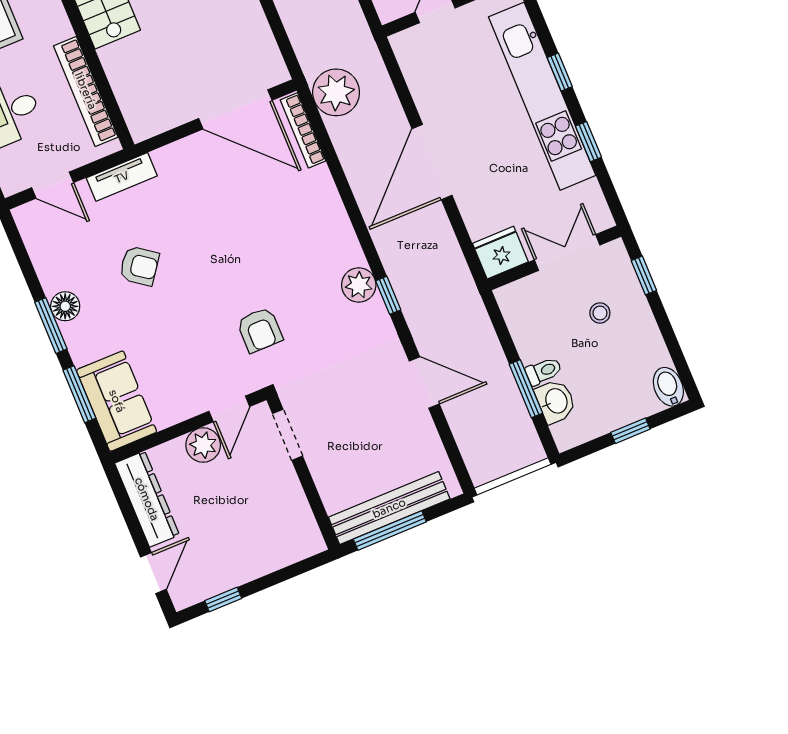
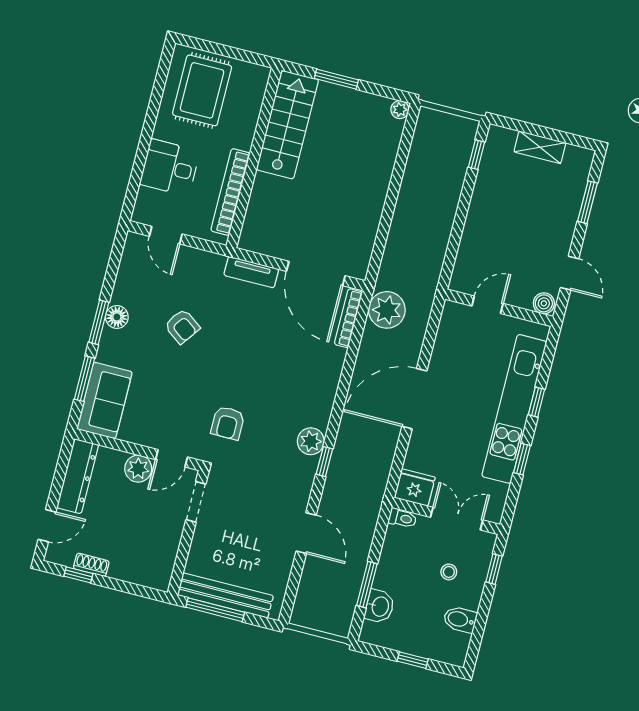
tv unit: (122, 177) -> (251, 272), moved
toilet: (544, 371) -> (403, 518), moved
bidet: (668, 387) -> (460, 619), moved, turned -90
shoe rack: (229, 579) -> (91, 565), added

